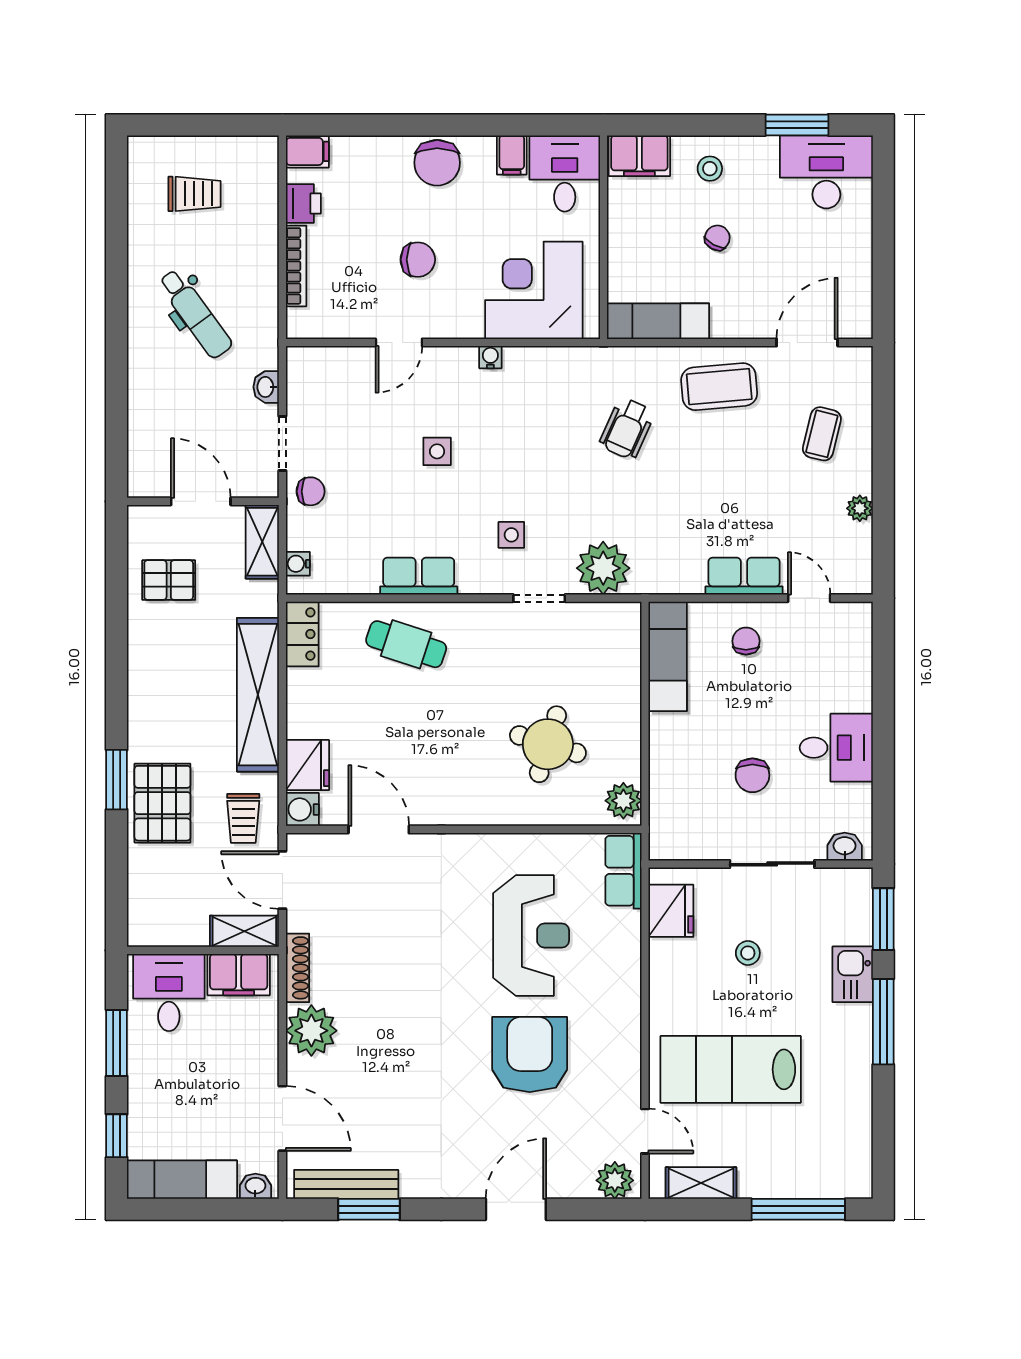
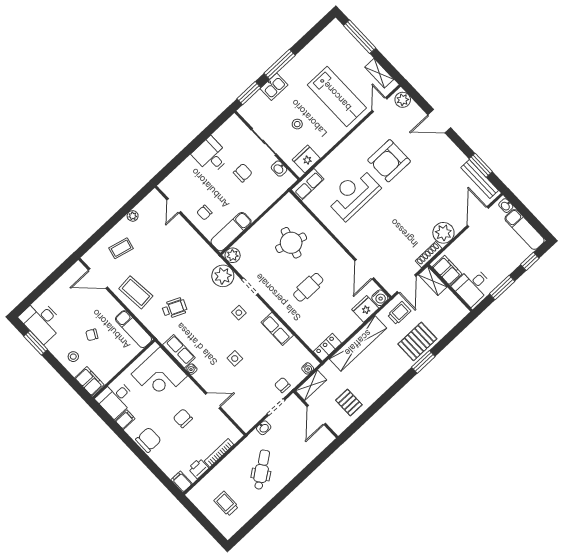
row of seats: (744, 576) -> (179, 351), moved, turned 180
cafe table: (406, 644) -> (308, 287), moved, turned 72
plant: (623, 801) -> (233, 255), moved
washbasin: (845, 847) -> (279, 169), moved

